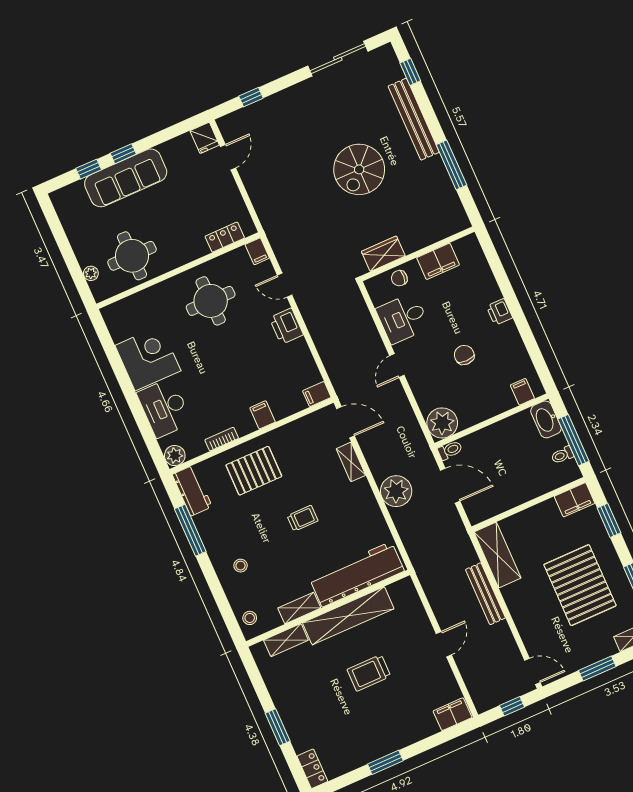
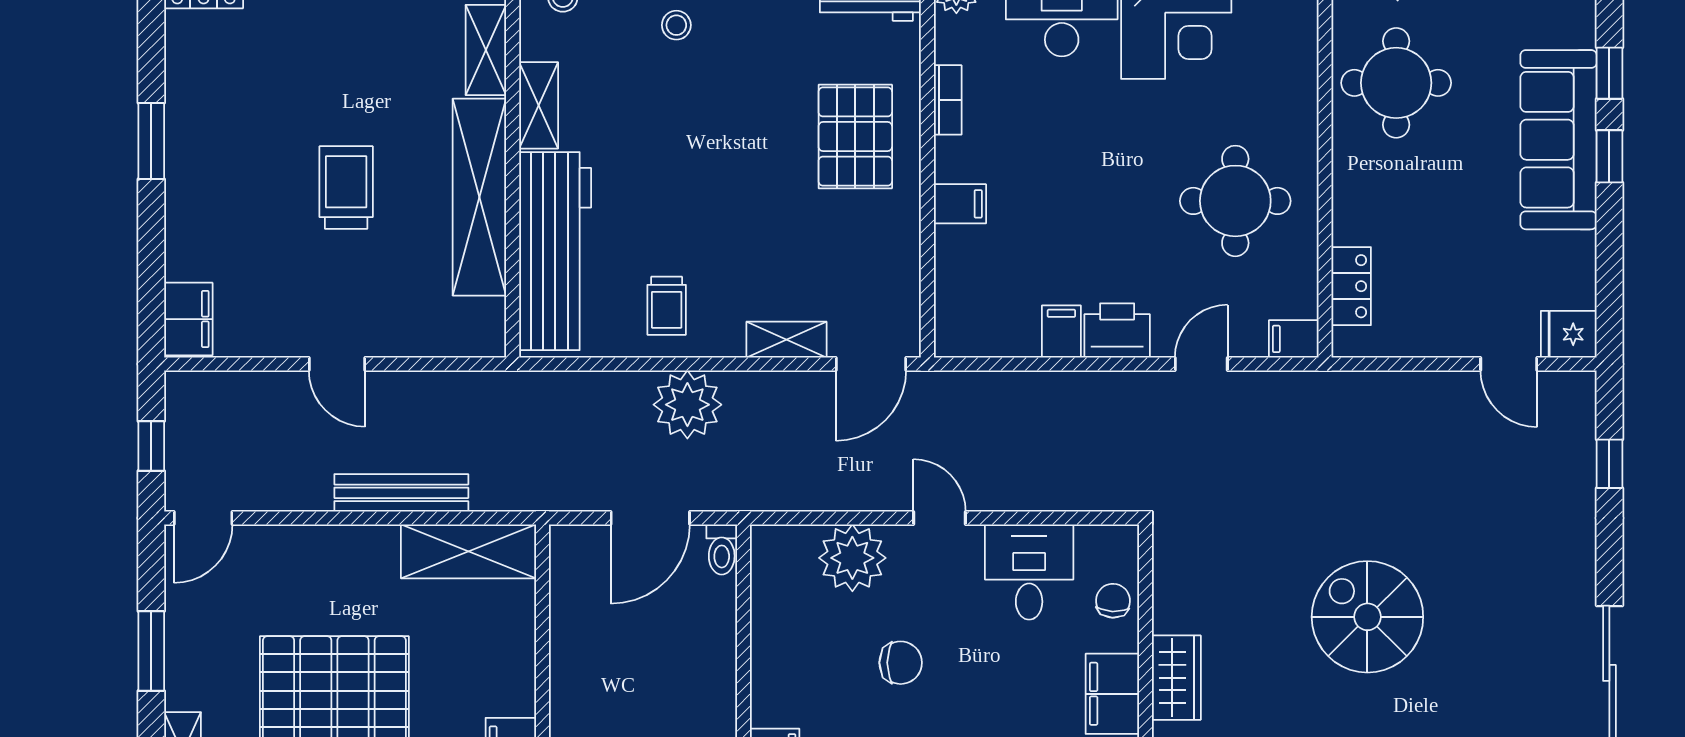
wardrobe: (383, 254) -> (1176, 678), moved
filing cabinet: (317, 394) -> (1061, 332), moved
plant: (442, 423) -> (852, 558), moved
trolley: (303, 518) -> (667, 306), moved

